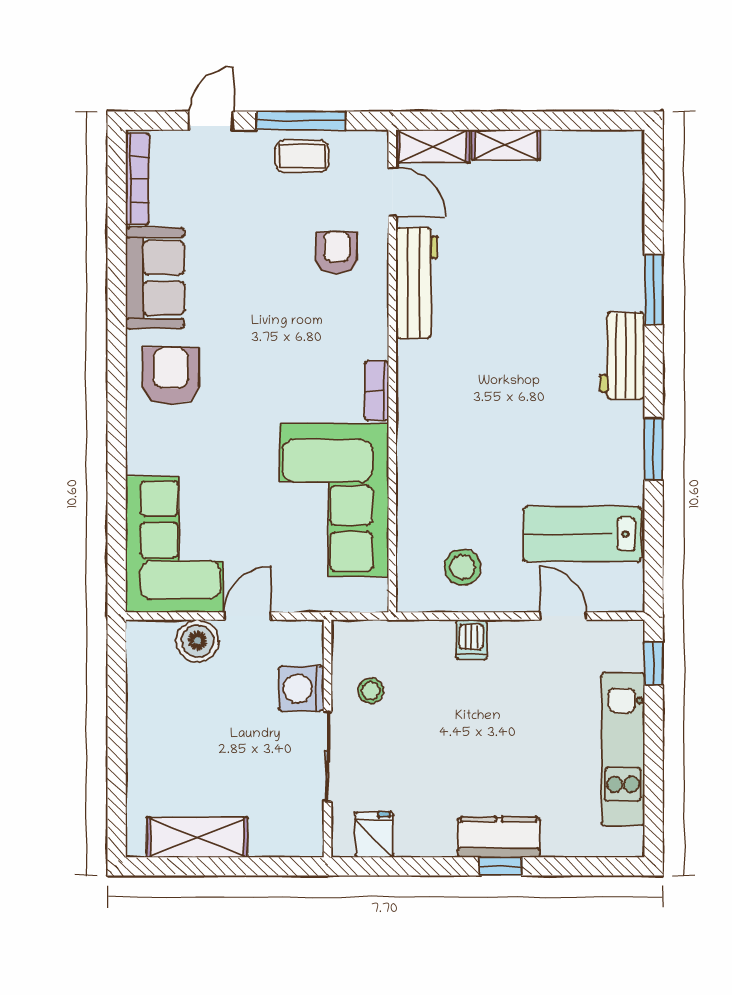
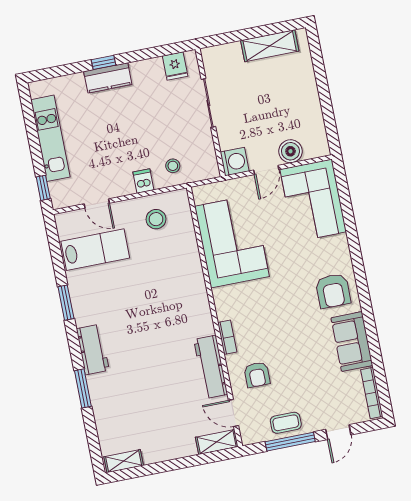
shelving: (506, 145) -> (124, 461), moved
bookcase: (377, 391) -> (227, 337), moved
washing machine: (301, 689) -> (235, 162), moved
stool: (371, 691) -> (173, 166), moved

